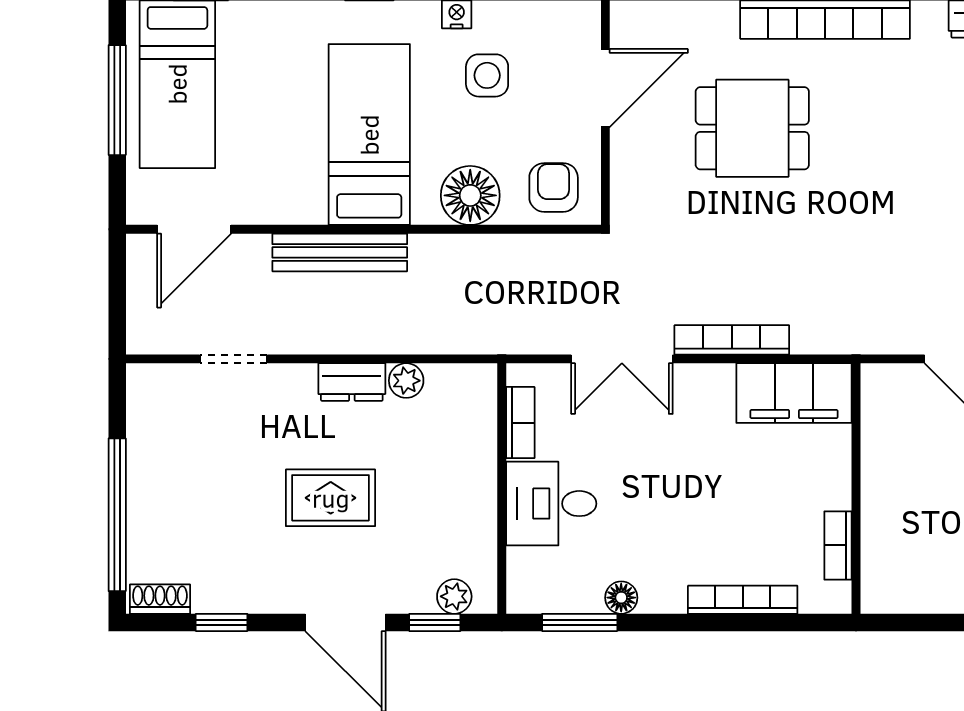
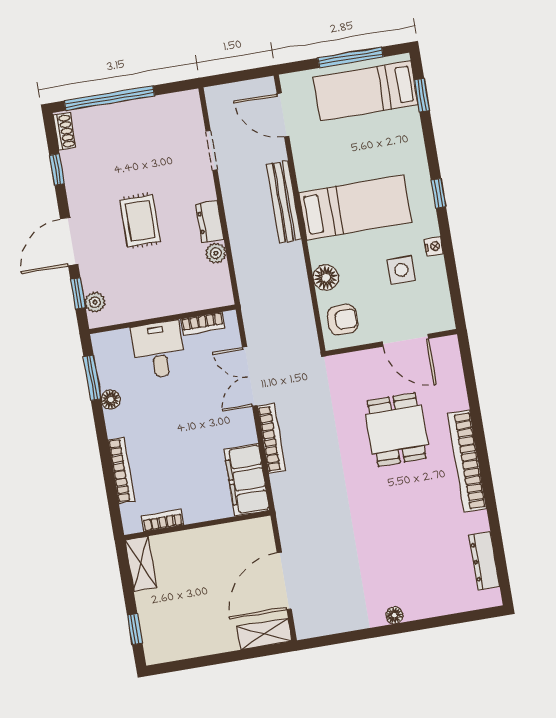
floor lamp: (470, 195) -> (326, 278), width x0.73, depth x0.73
shelving: (904, 594) -> (141, 564), added

